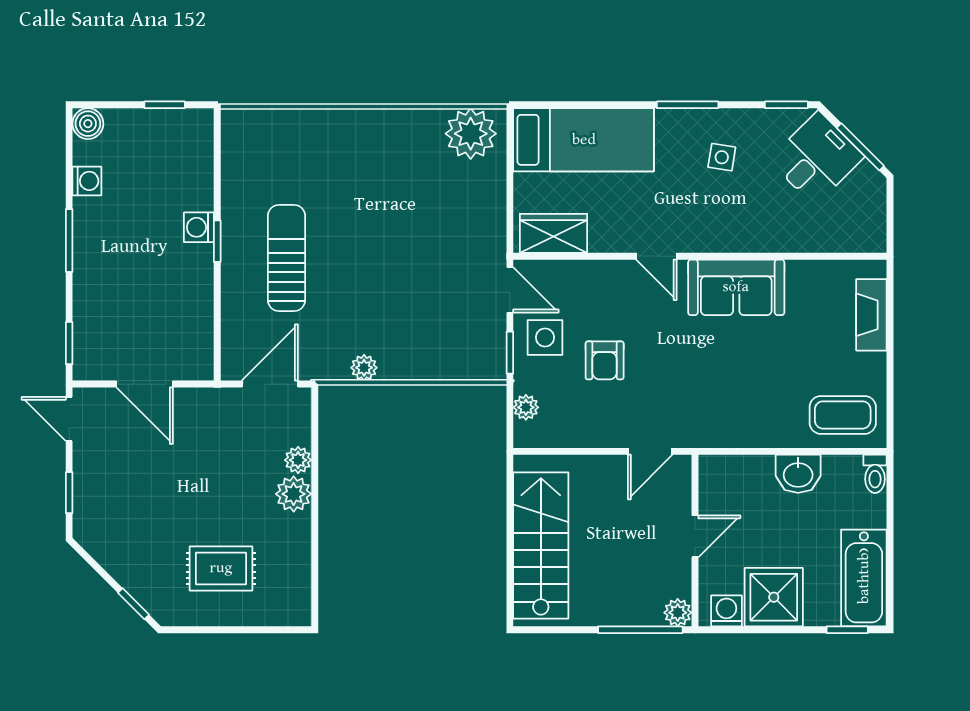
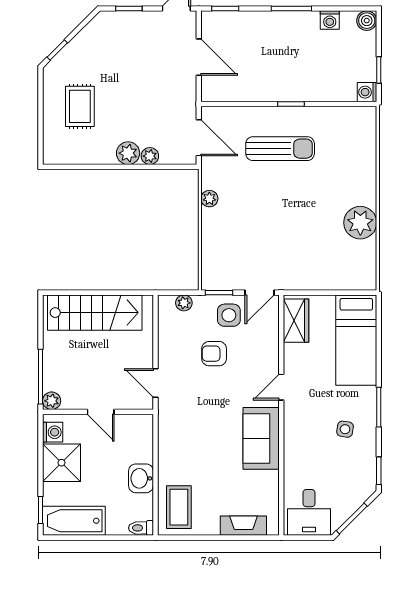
plant: (471, 134) -> (360, 223), moved
desk: (816, 158) -> (309, 512), moved, turned 45
washing machine: (199, 227) -> (367, 92), moved, turned -90
door: (145, 384) -> (199, 57), swing flipped

